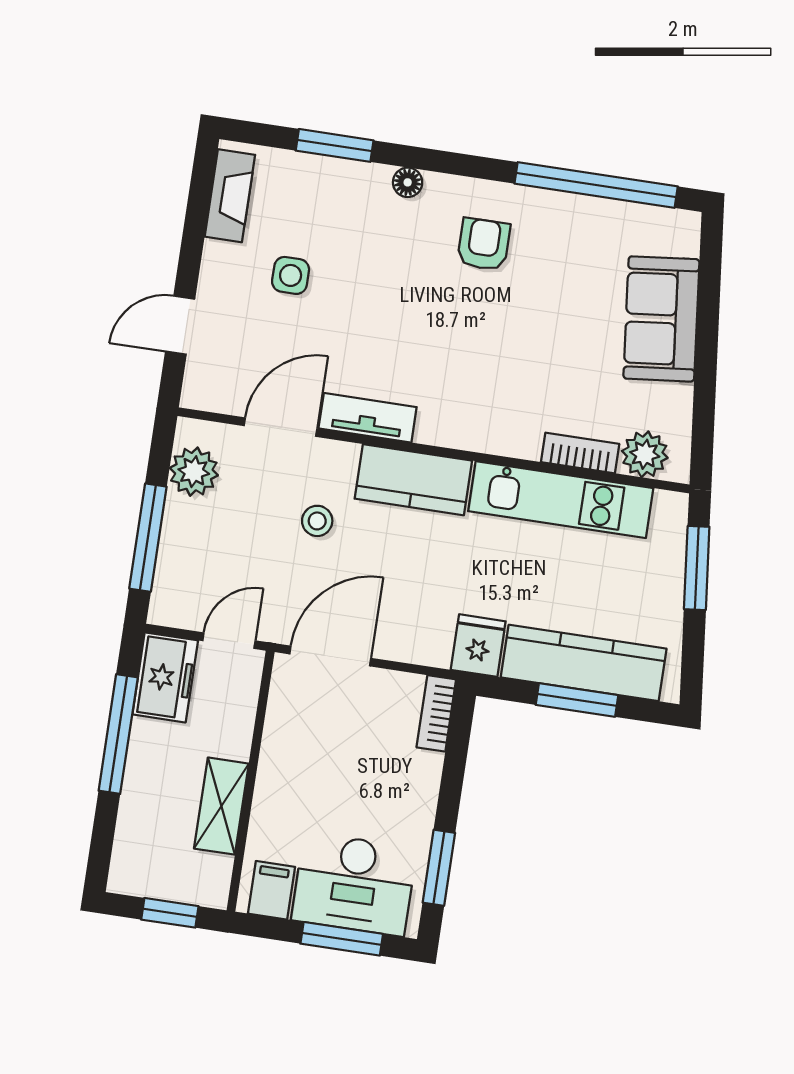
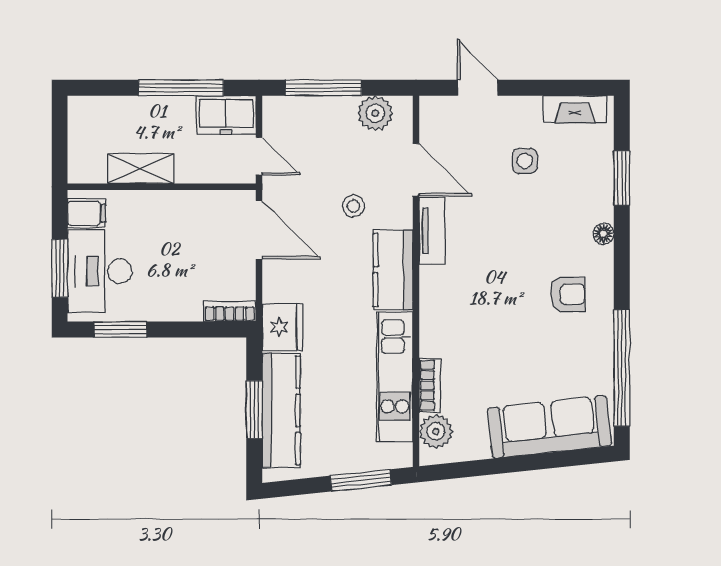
sofa: (661, 319) -> (549, 427), width x1.36
fridge: (478, 646) -> (282, 327), width x1.38
window: (170, 913) -> (60, 144), removed

